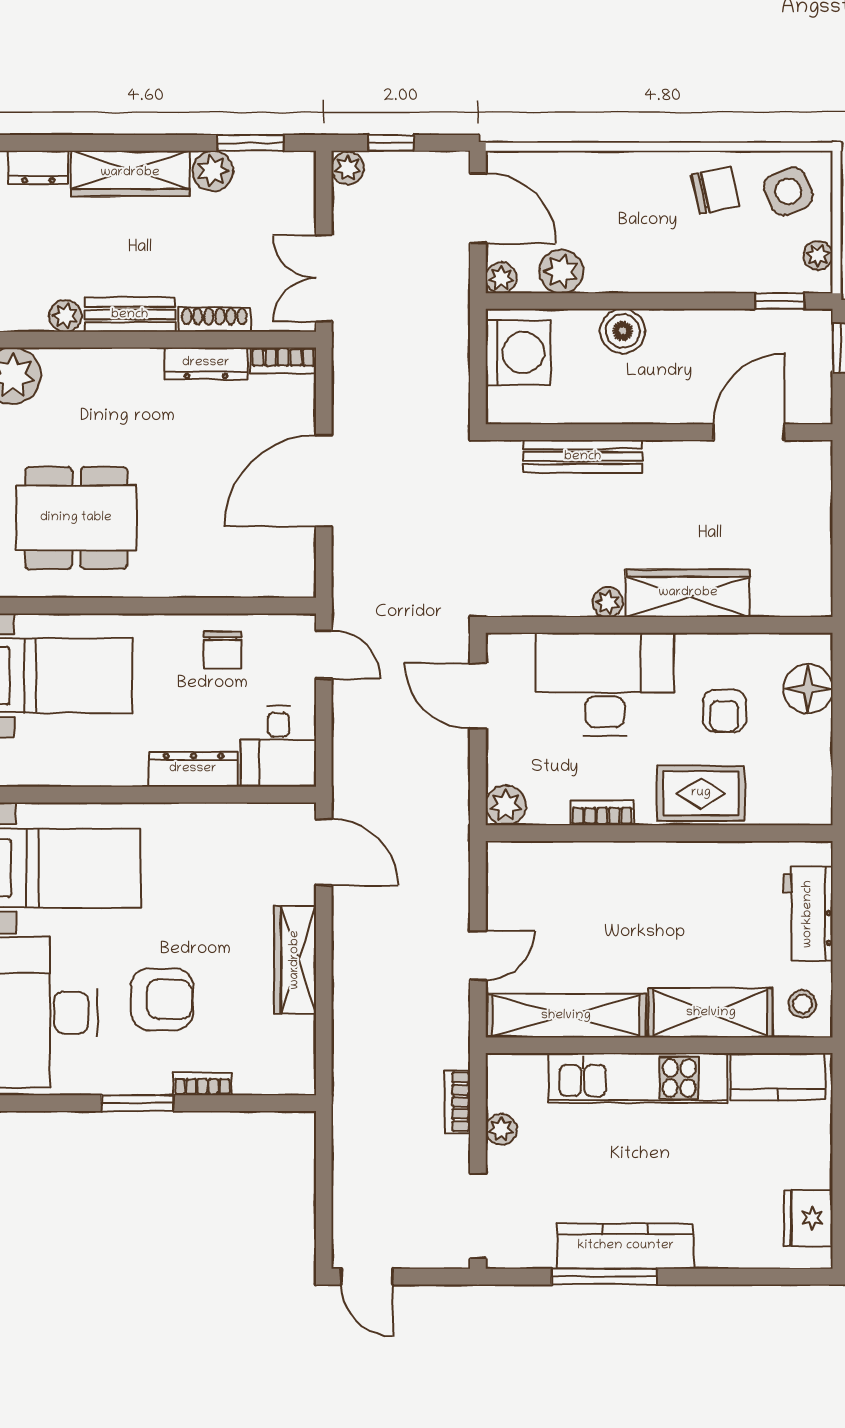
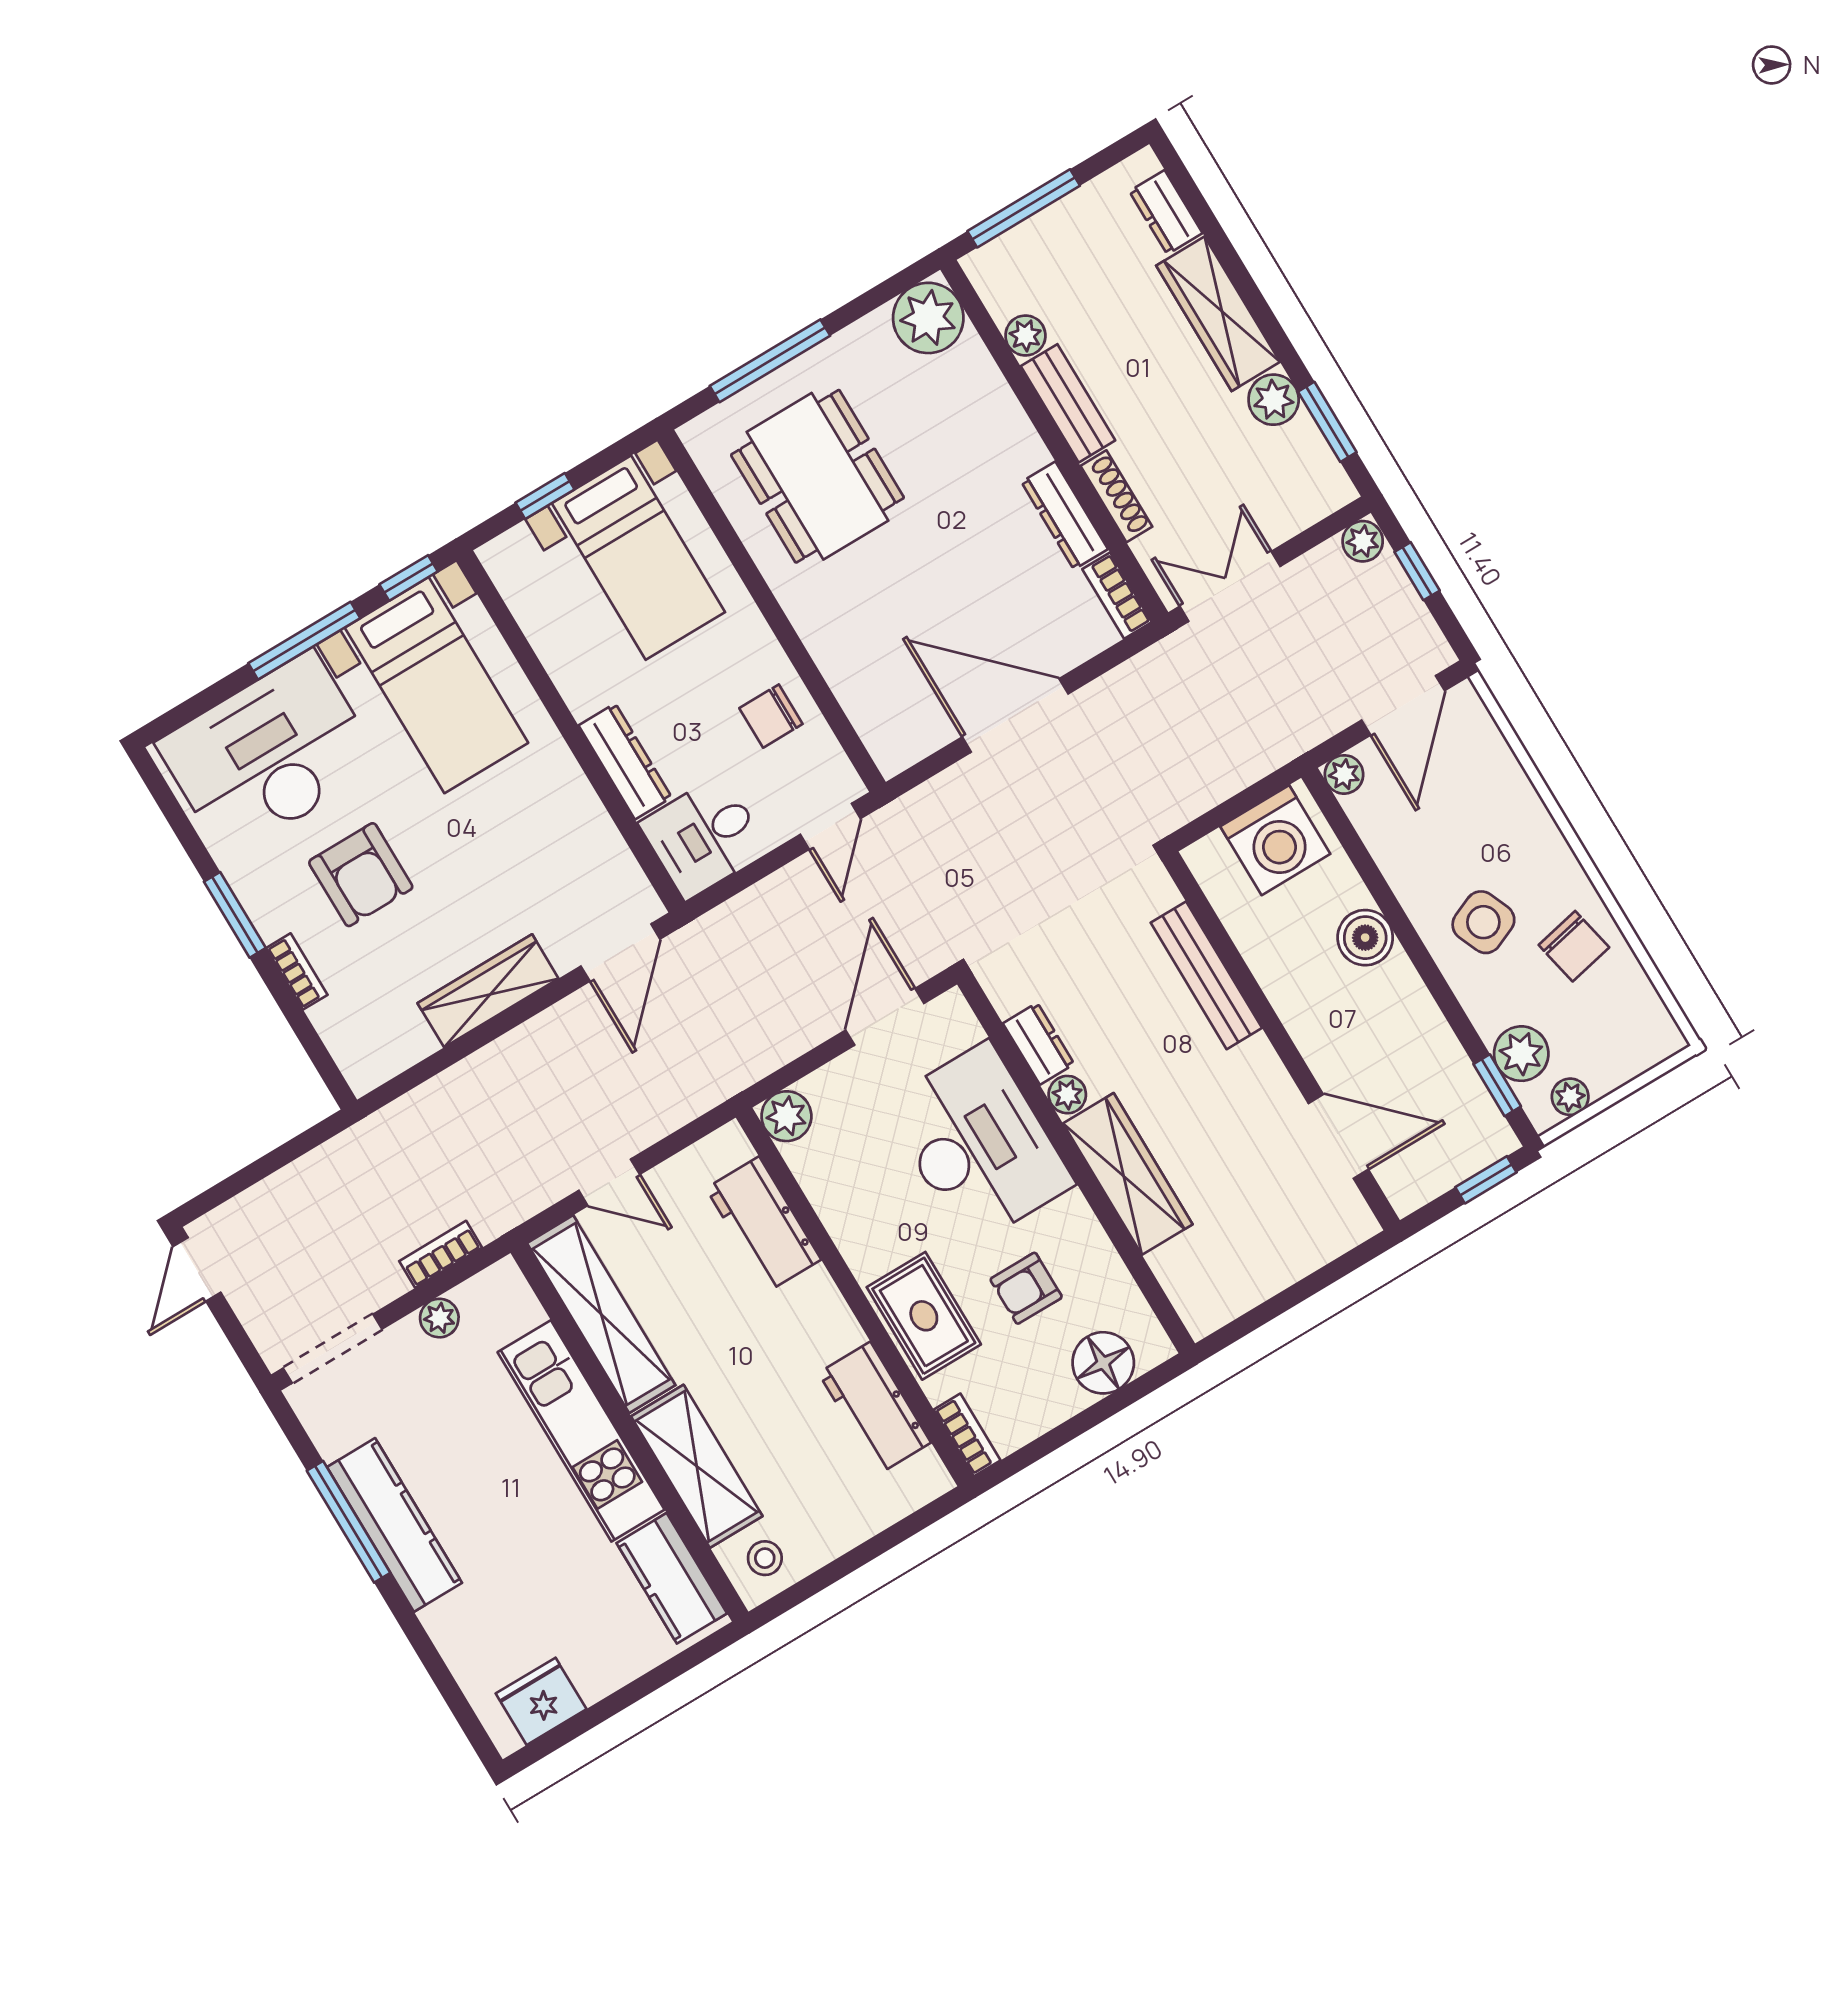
side table: (788, 191) -> (1483, 922), moved
plant: (561, 271) -> (1521, 1054), moved
dresser: (560, 601) -> (1039, 1044), added
bookcase: (602, 813) -> (967, 1435), moved
workbench: (571, 866) -> (764, 1224), added
workbench: (808, 914) -> (875, 1408), moved, turned -90

